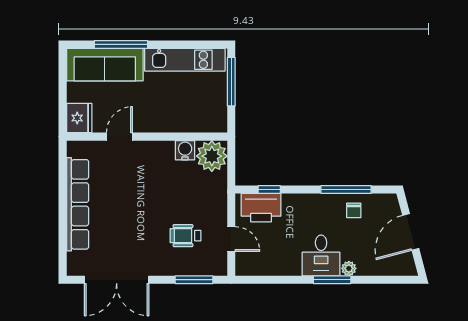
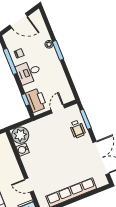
wheelchair: (185, 236) -> (77, 129), moved
desk: (321, 255) -> (29, 72), moved, turned 180

